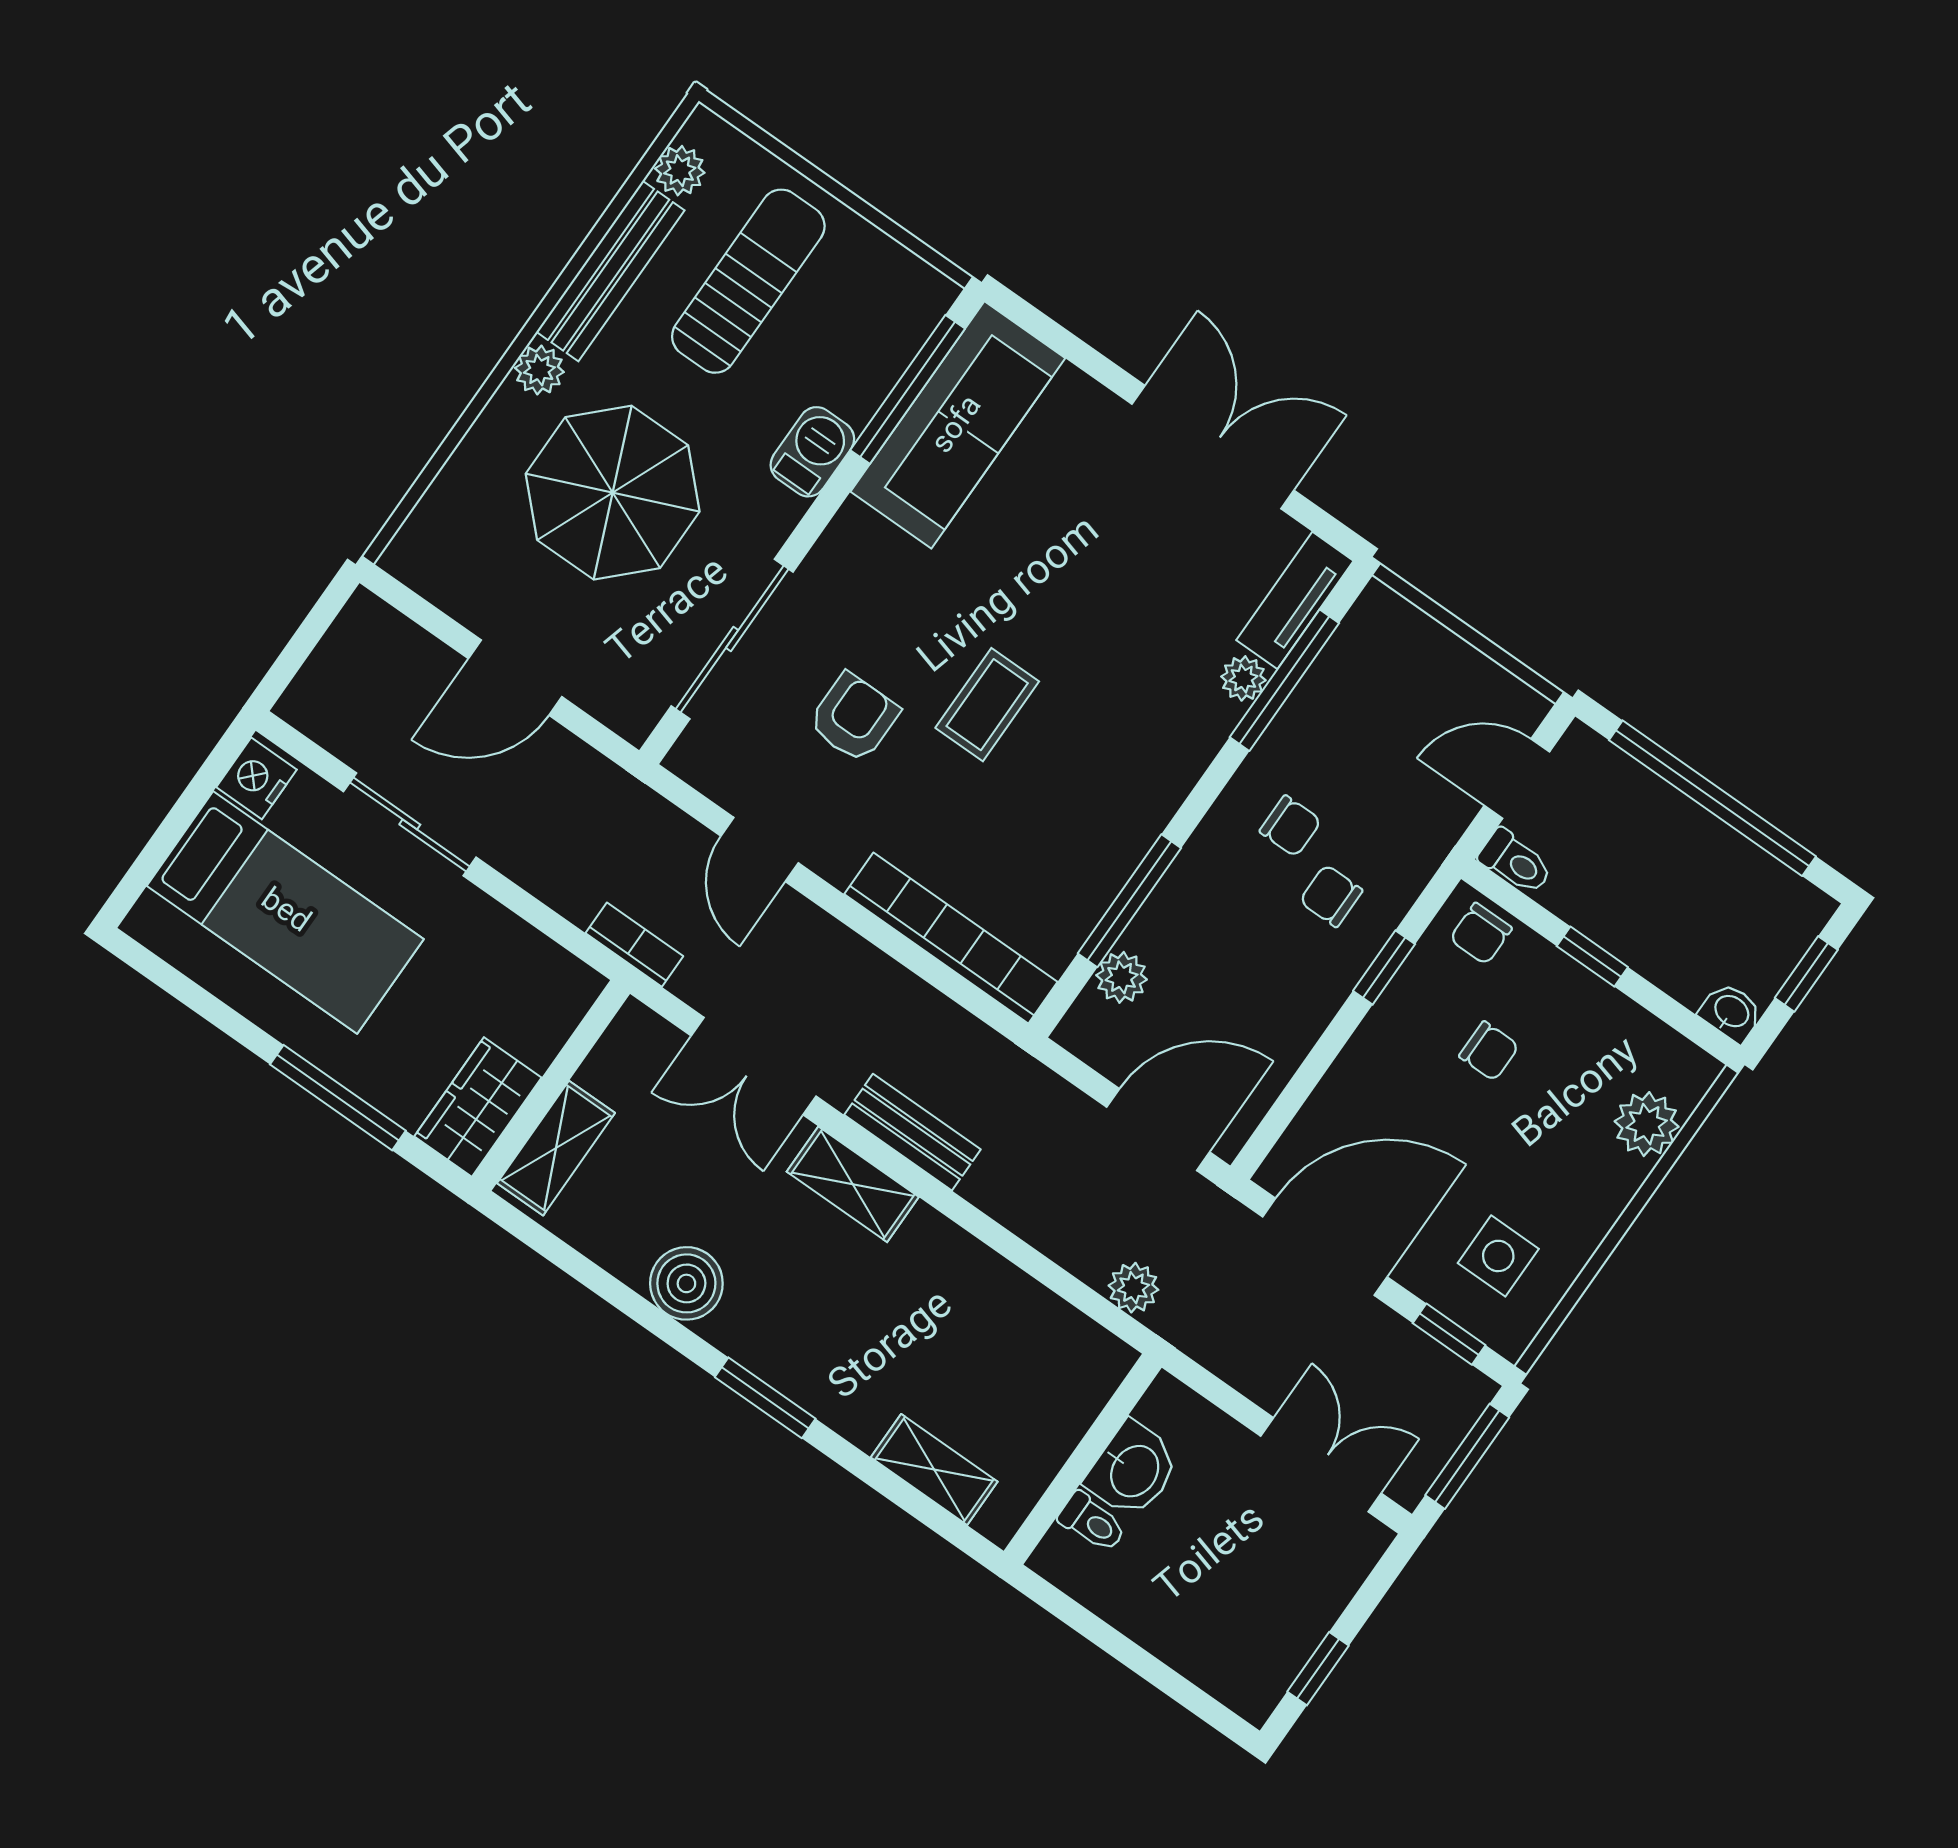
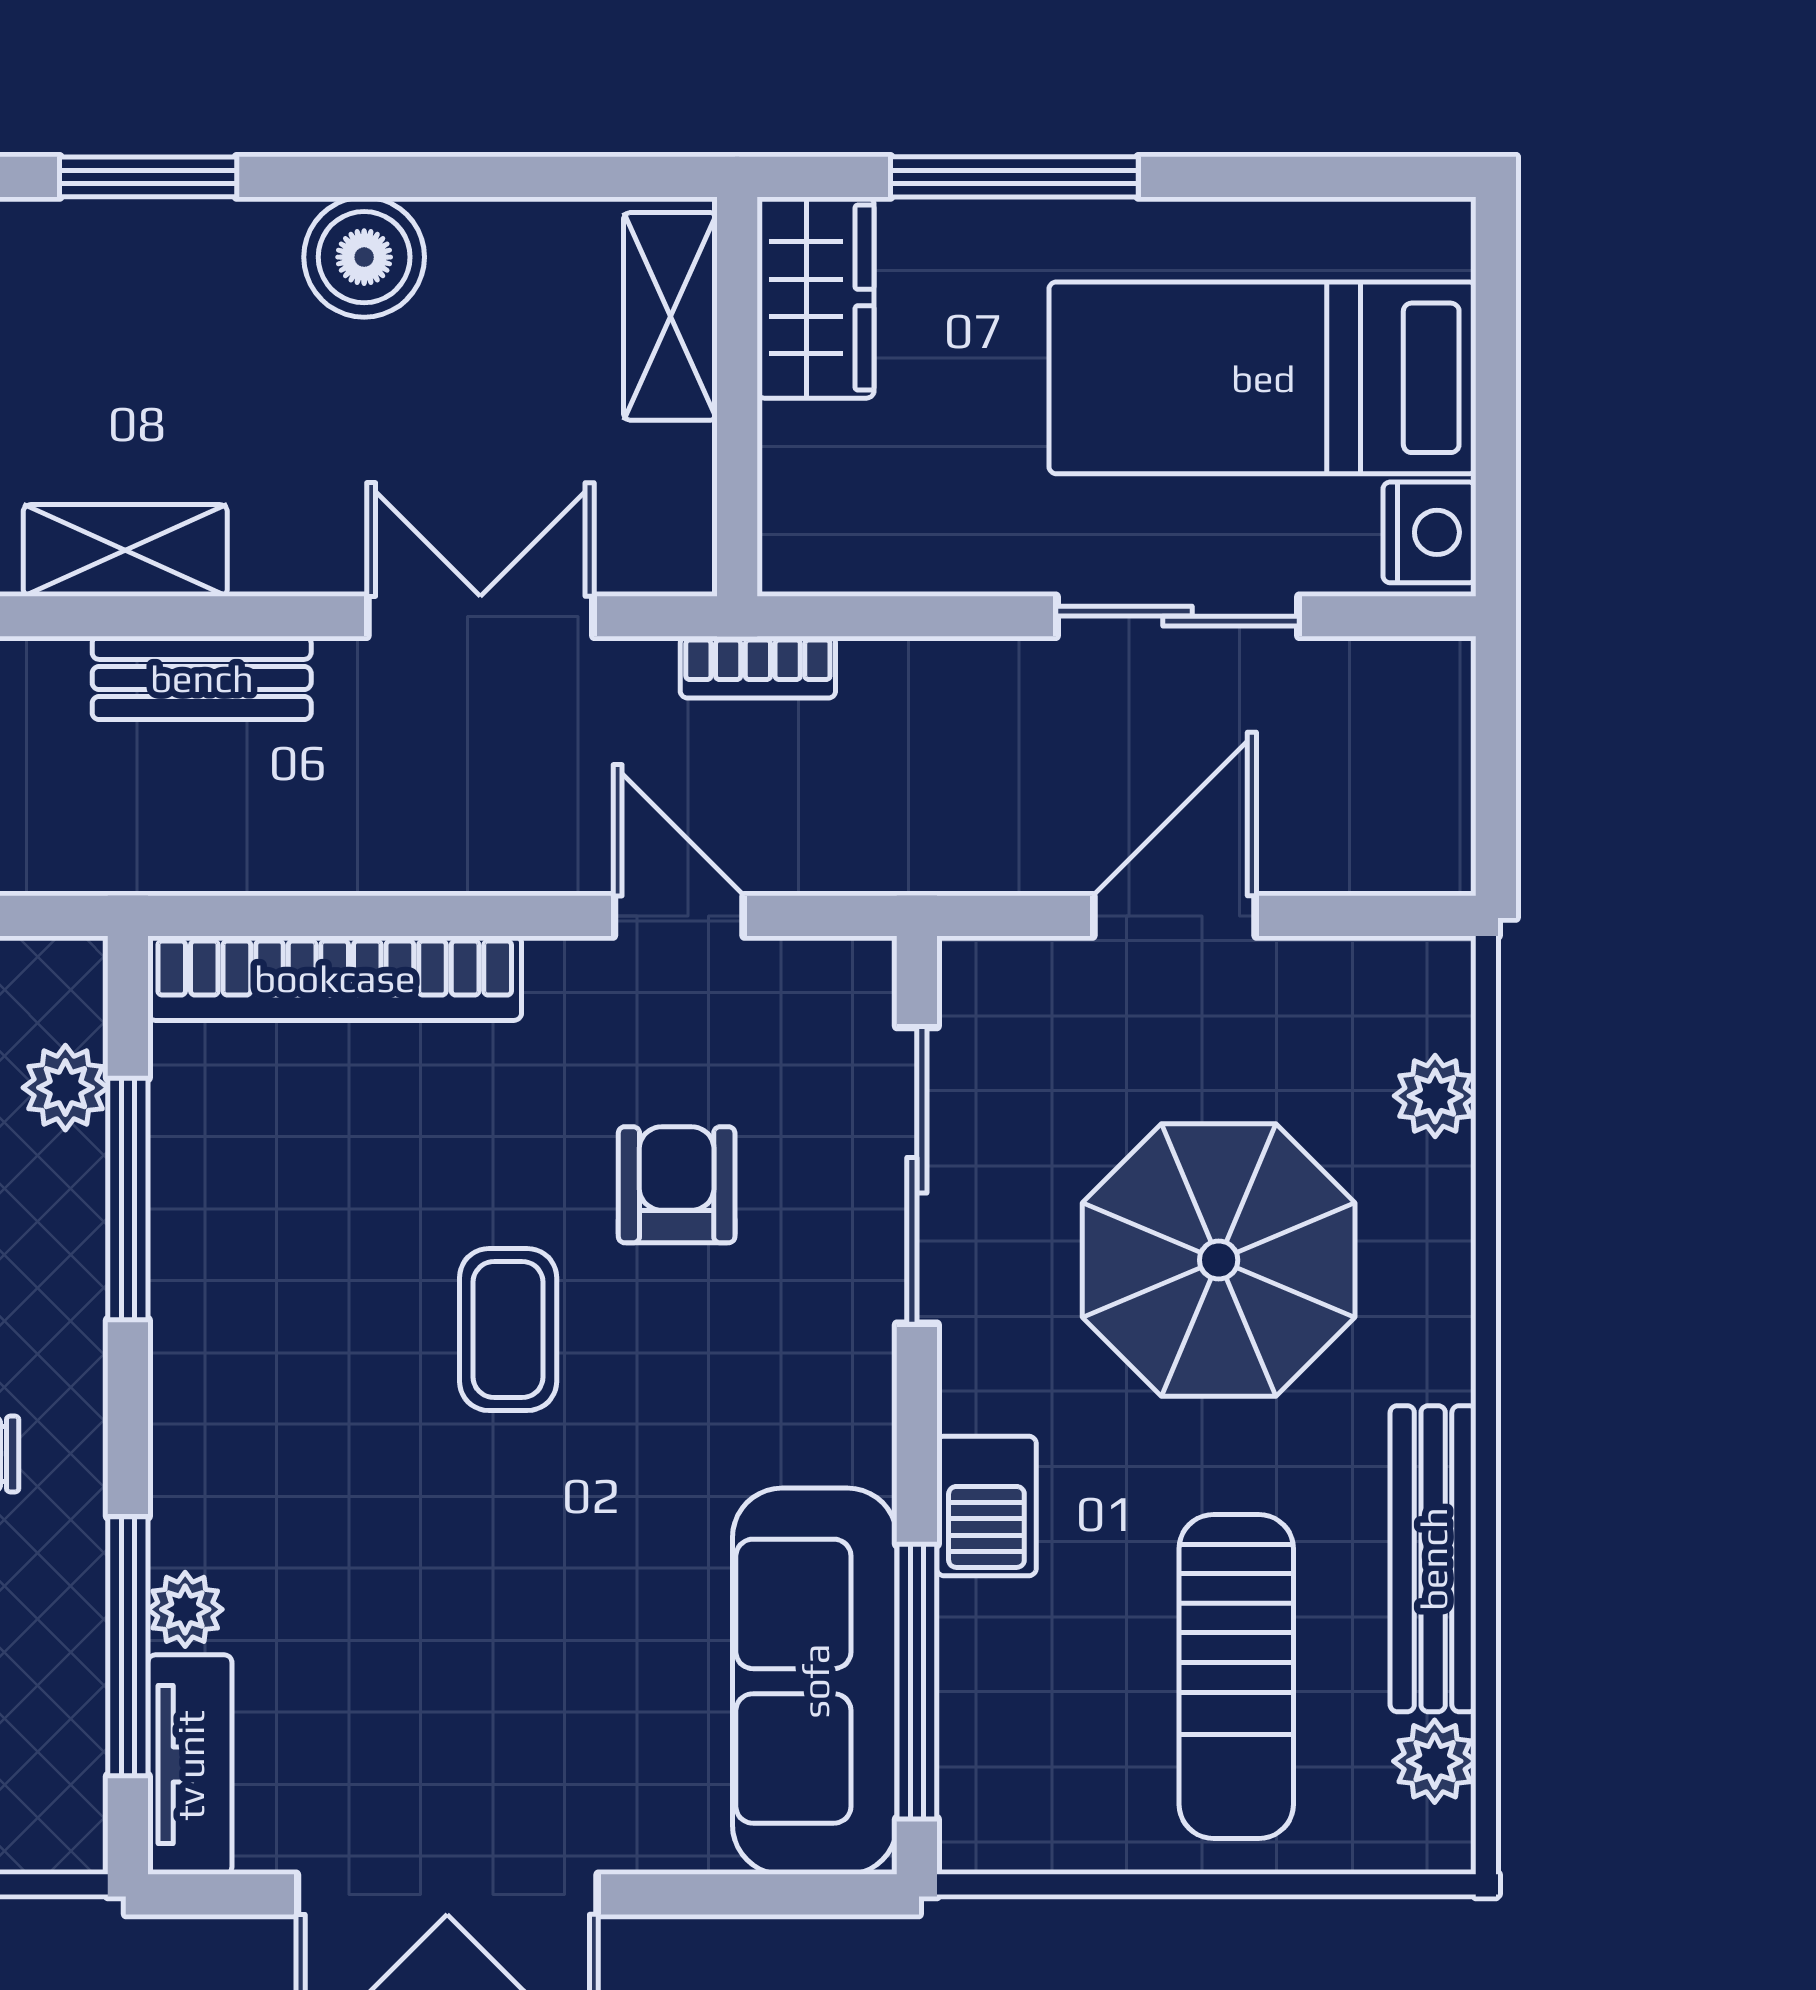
plant: (539, 370) -> (1435, 1096), moved
armchair: (854, 718) -> (677, 1185), turned 180
shelving: (853, 1184) -> (125, 550), moved

